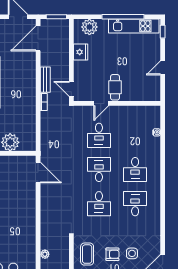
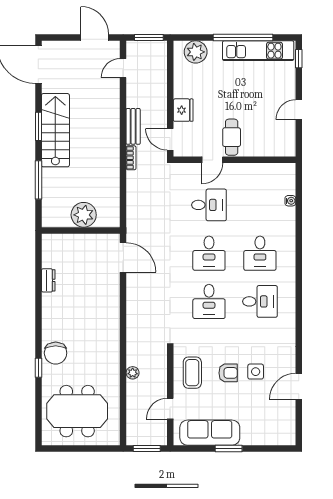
door: (38, 38) -> (123, 68), width x0.53
fridge: (81, 52) -> (183, 110), moved
desk: (99, 135) -> (209, 205), turned -90
desk: (99, 170) -> (209, 253), turned 180
desk: (135, 204) -> (260, 301), turned 90

